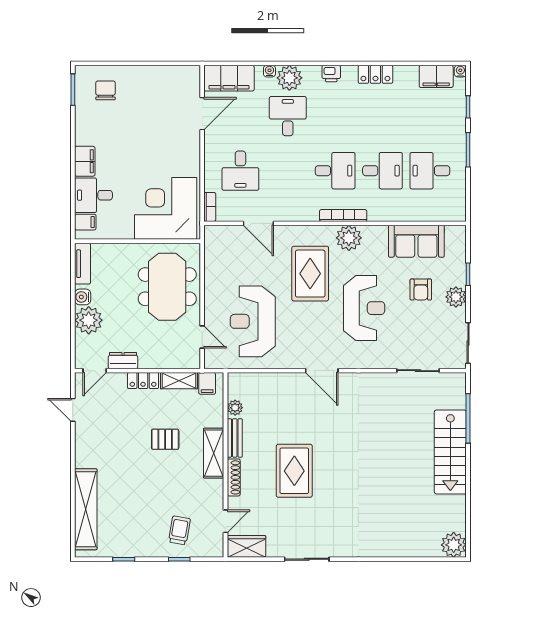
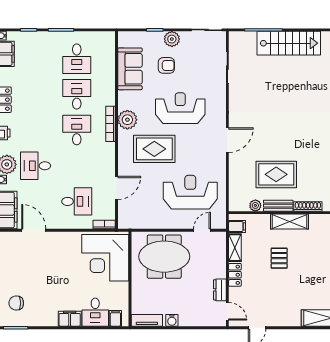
plant: (89, 320) -> (189, 316), removed
reception desk: (253, 321) -> (190, 192), turned 180
rug: (294, 471) -> (276, 174), moved

